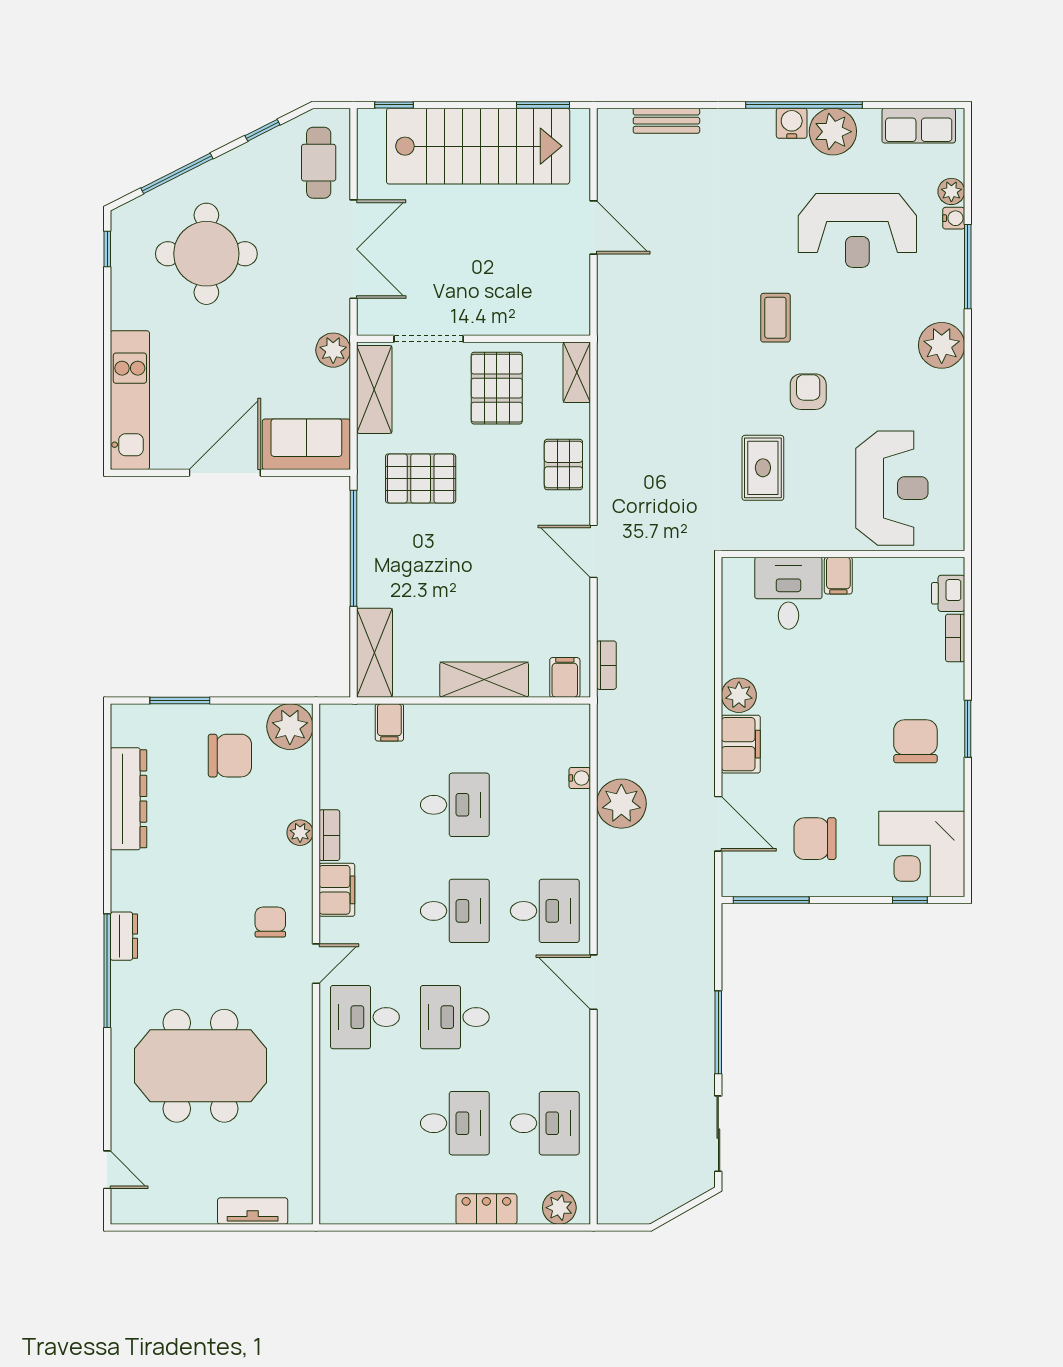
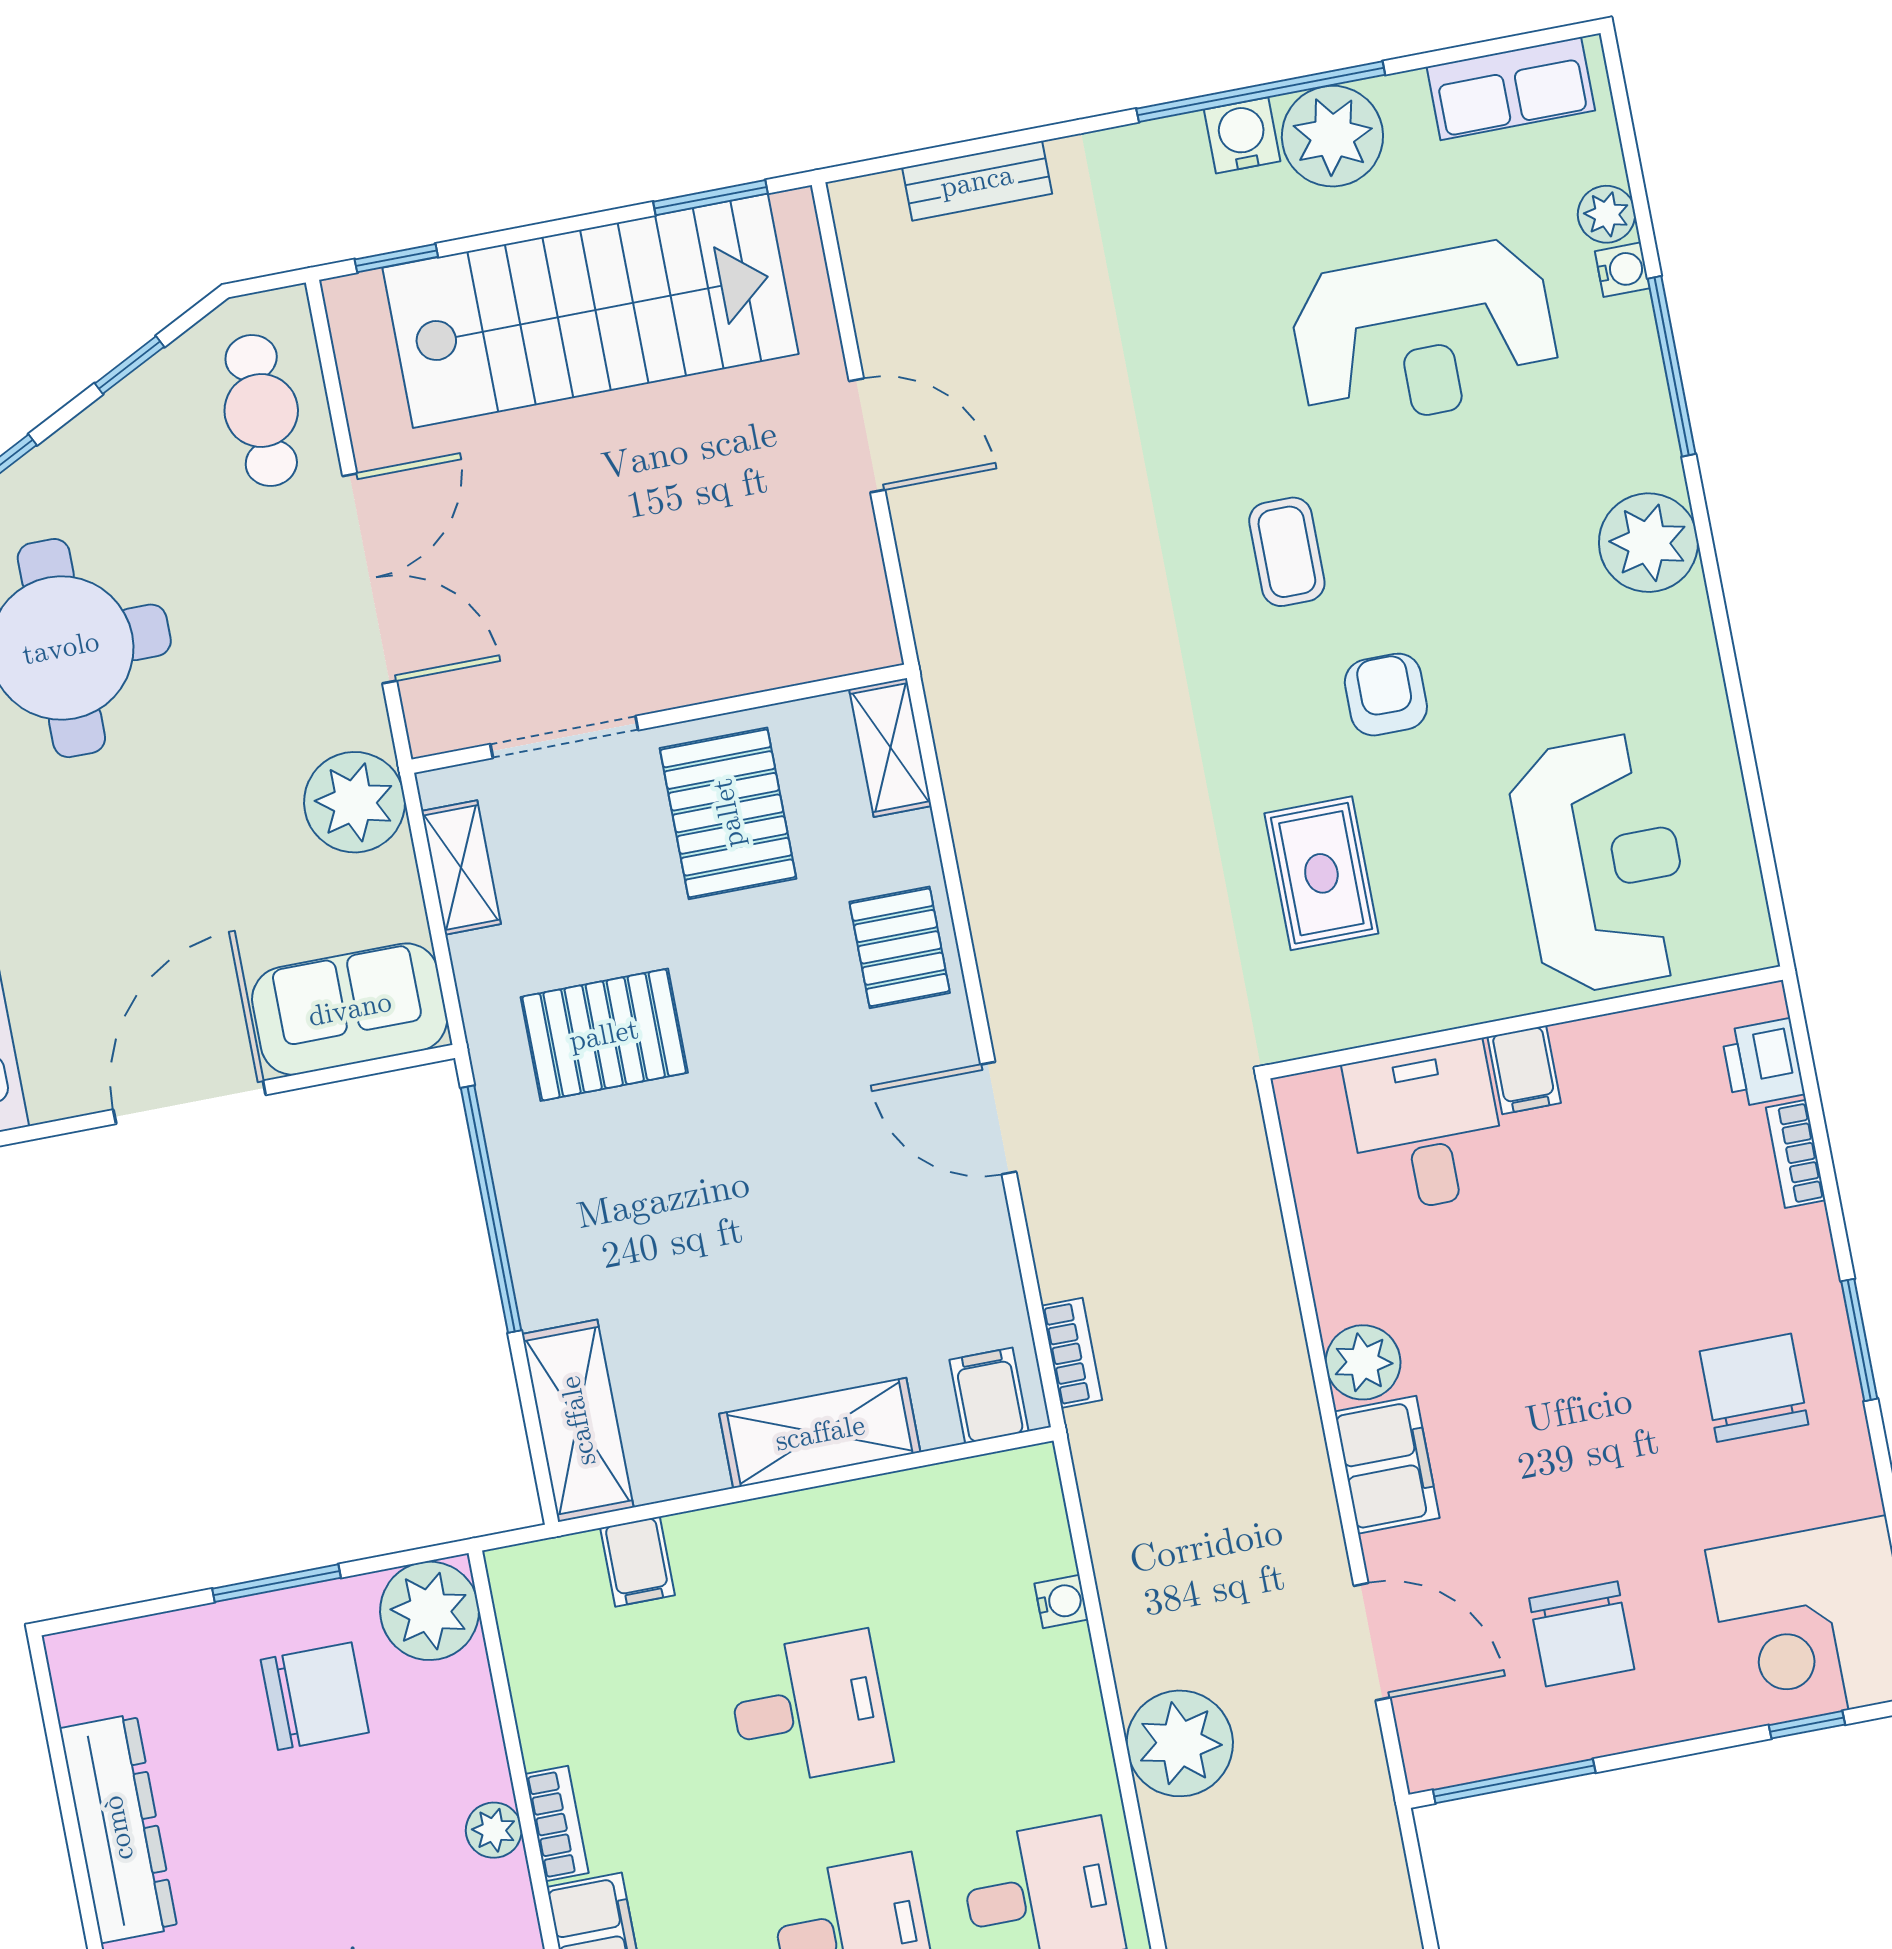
plant: (333, 350) -> (355, 802), width x1.36, depth x1.36
shelving: (374, 389) -> (461, 868), width x0.67, depth x0.75
window: (180, 701) -> (277, 1583), moved
plant: (621, 804) -> (1180, 1743), moved
chair: (815, 839) -> (1582, 1634), turned -90

